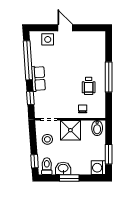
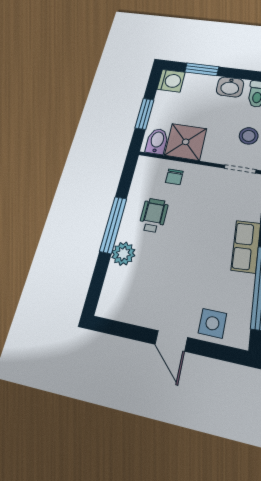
plant: (99, 63) -> (123, 254), added
shower: (70, 130) -> (186, 142), moved
window: (109, 154) -> (144, 114), moved
window: (69, 178) -> (202, 69), moved

